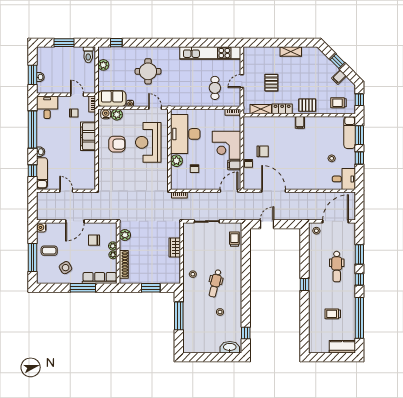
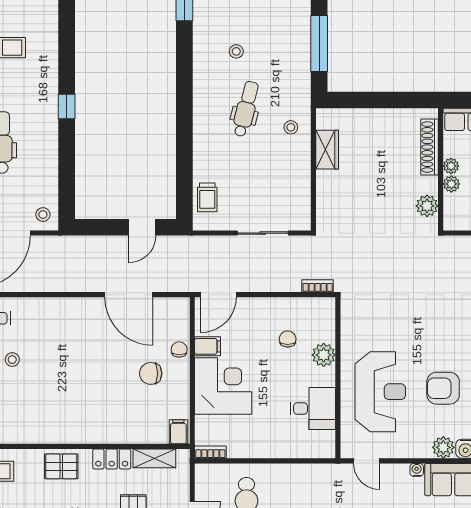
filing cabinet: (300, 122) -> (178, 432), moved
desk: (185, 134) -> (313, 409), width x0.53, depth x0.77
wardrobe: (175, 247) -> (327, 150), moved
window: (151, 288) -> (375, 100), removed

